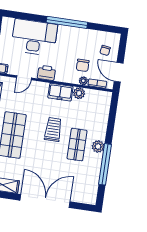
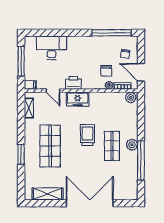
window: (67, 22) -> (112, 33), moved
desk: (34, 37) -> (51, 48), width x0.73, depth x0.77
door: (24, 78) -> (53, 91), hinge flipped
freezer: (60, 92) -> (78, 99), moved
plant: (79, 93) -> (131, 97), moved

